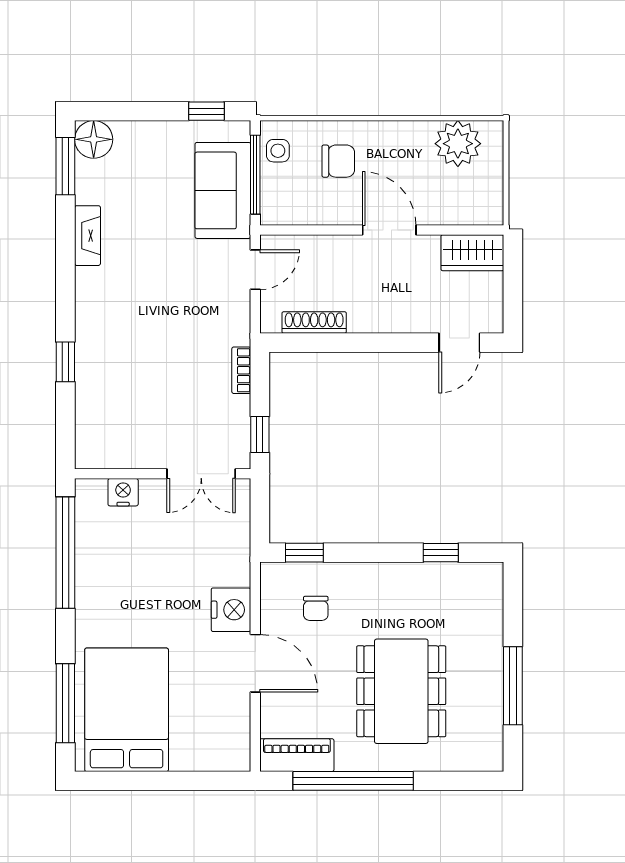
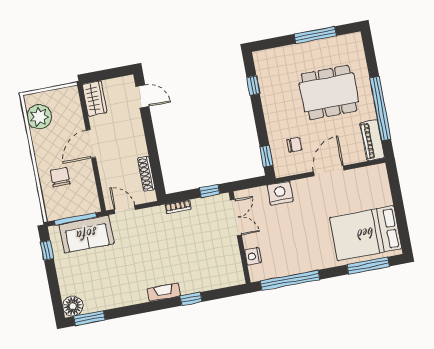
side table: (278, 151) -> (61, 209), removed
fireplace: (88, 236) -> (164, 292), moved
nightstand: (231, 610) -> (280, 193), moved

